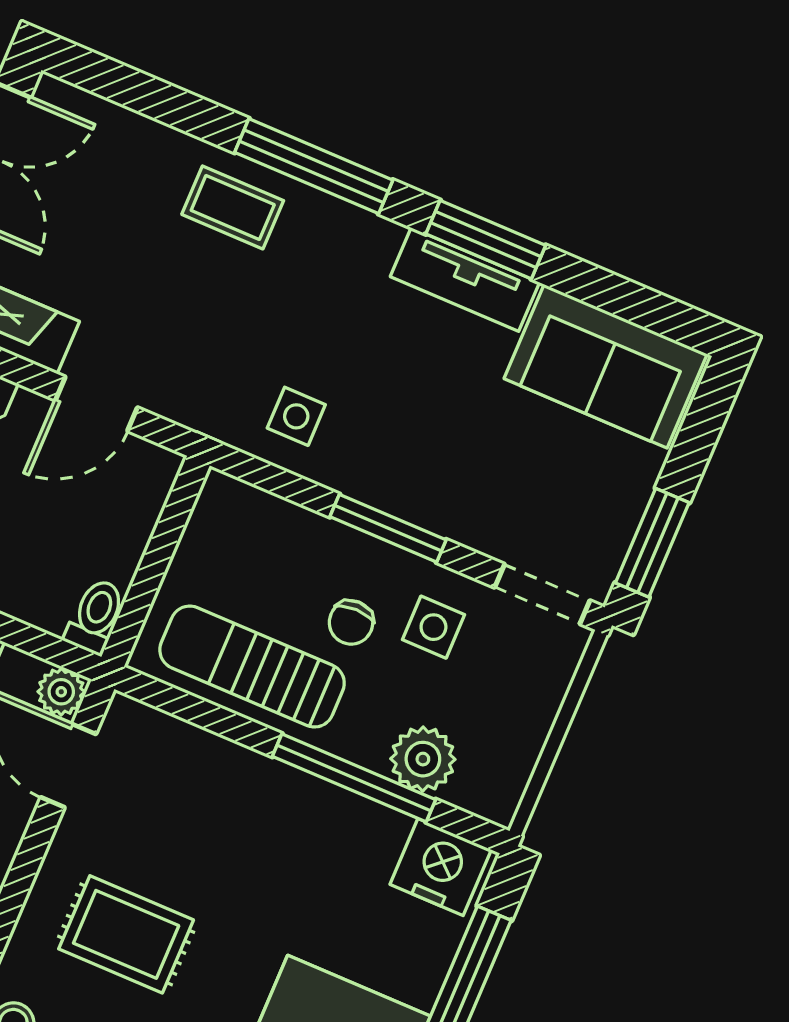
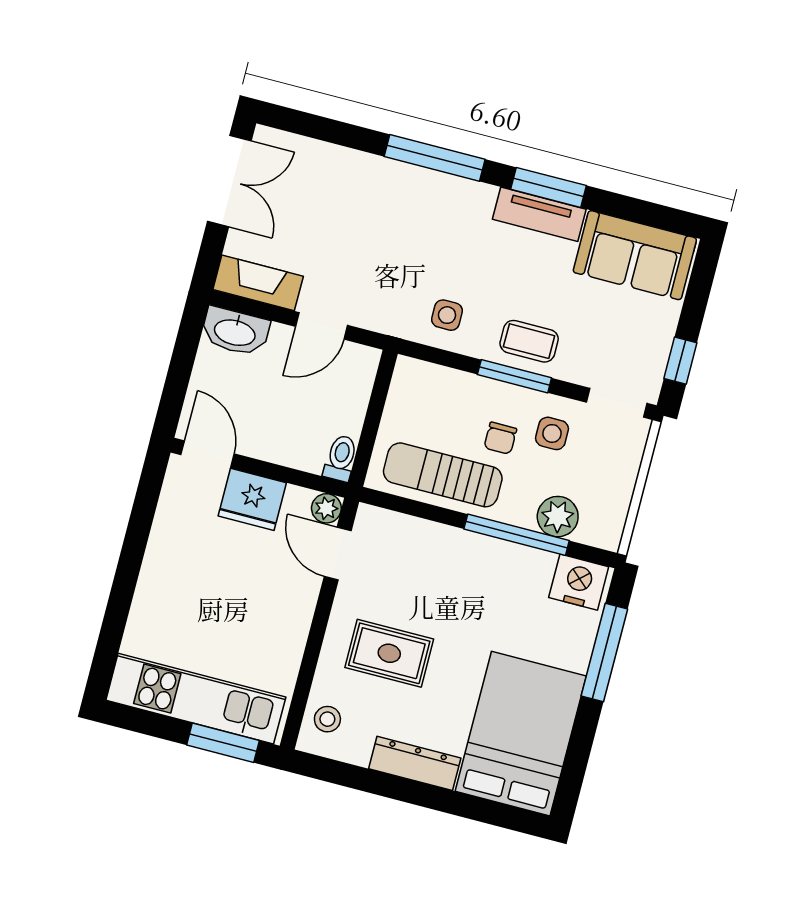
coffee table: (233, 207) -> (529, 341), moved
window: (652, 543) -> (680, 361), width x0.67

